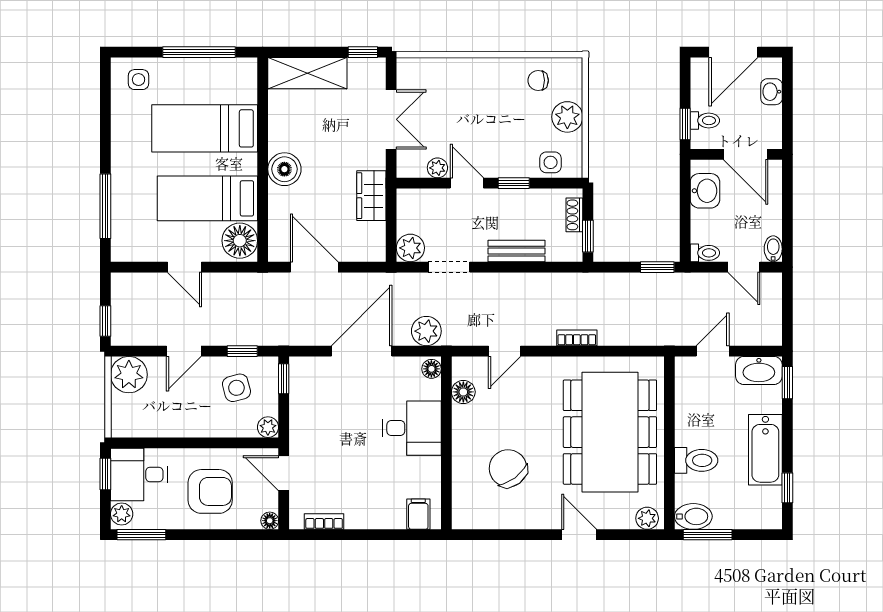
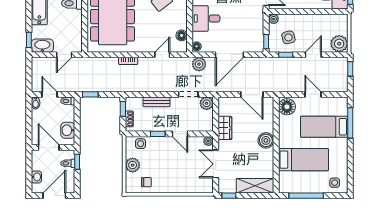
plant: (437, 168) -> (208, 141), moved
bed: (207, 198) -> (324, 127), moved, turned 180

